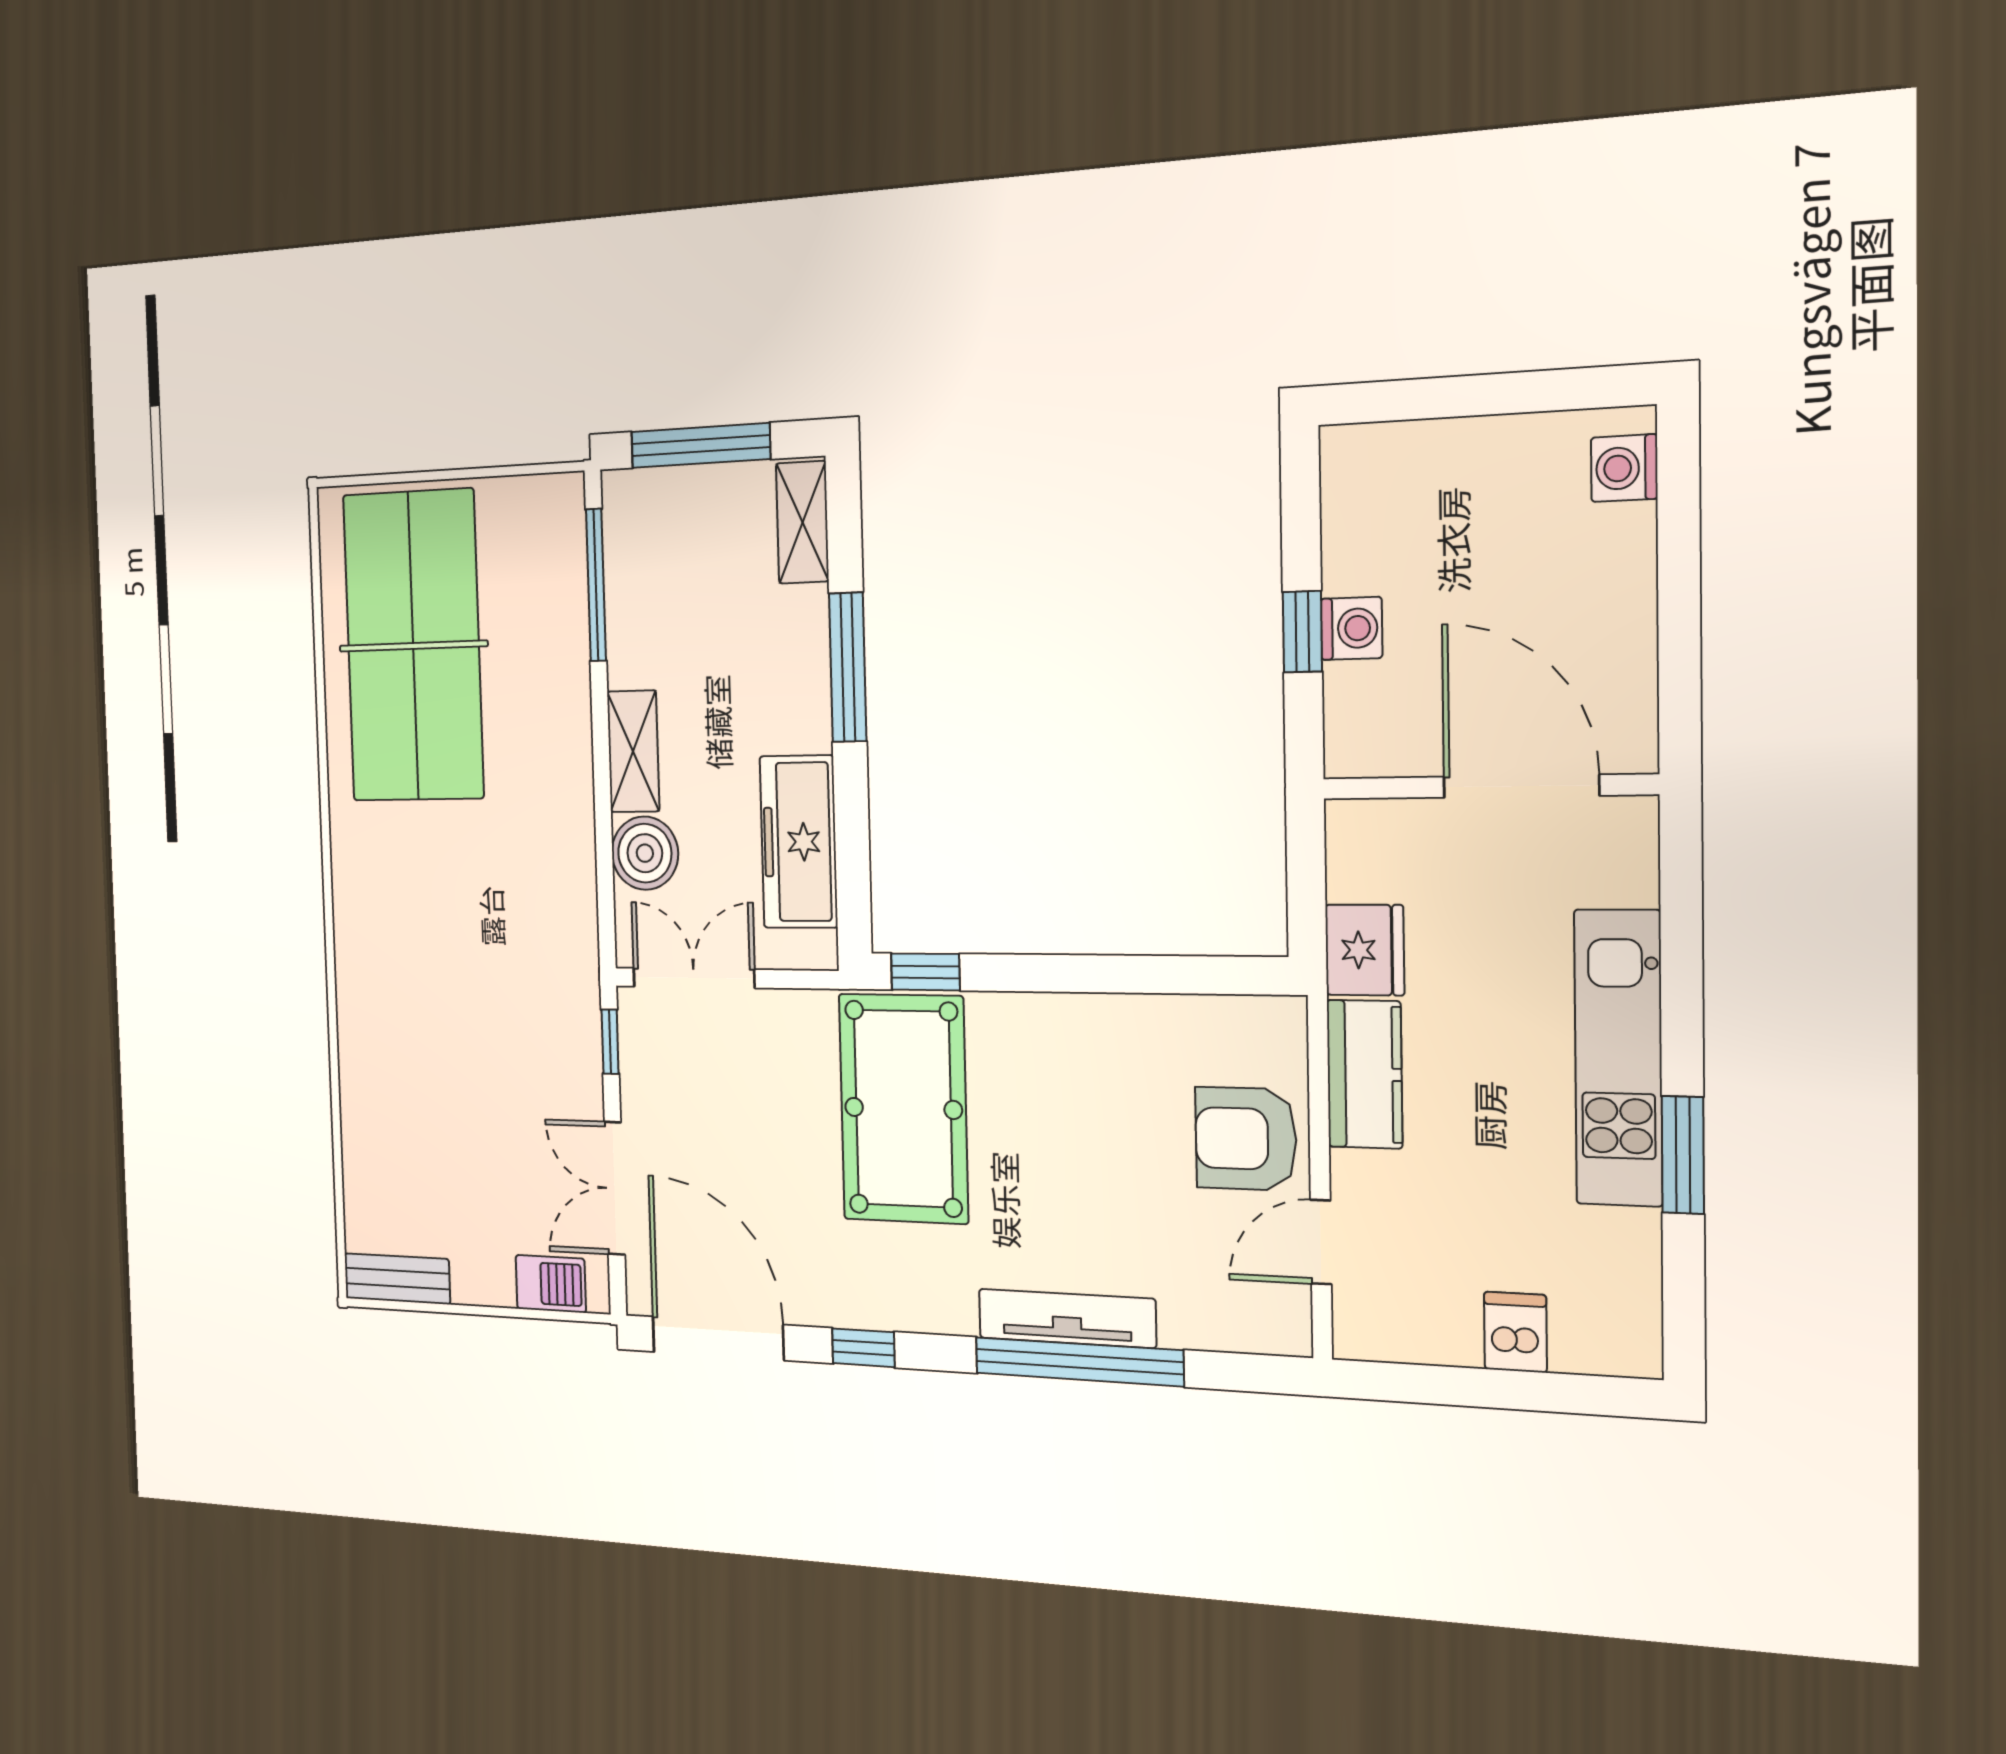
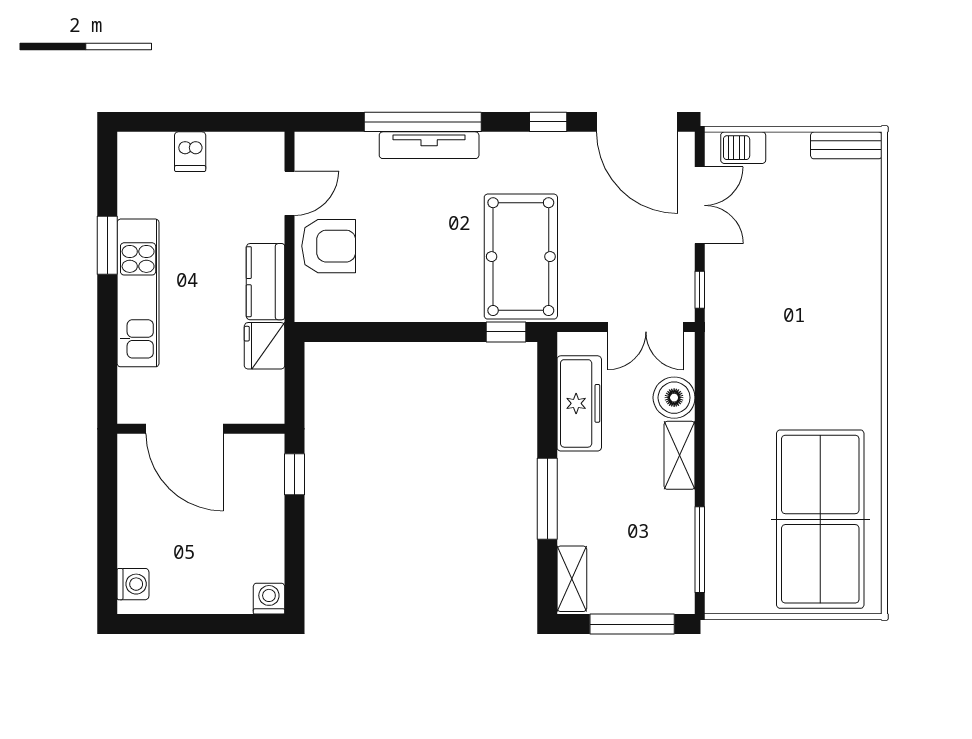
washing machine: (1352, 628) -> (269, 599), moved, turned 90
window: (1302, 632) -> (294, 474), moved

